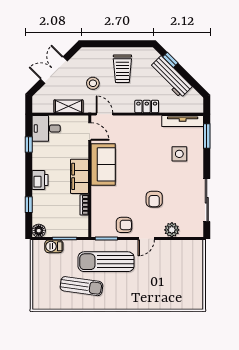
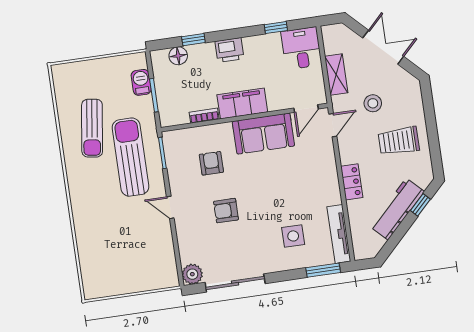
armchair: (124, 225) -> (211, 163), moved, turned 180
plant: (172, 230) -> (192, 274), moved
floor lamp: (39, 231) -> (178, 56), moved

